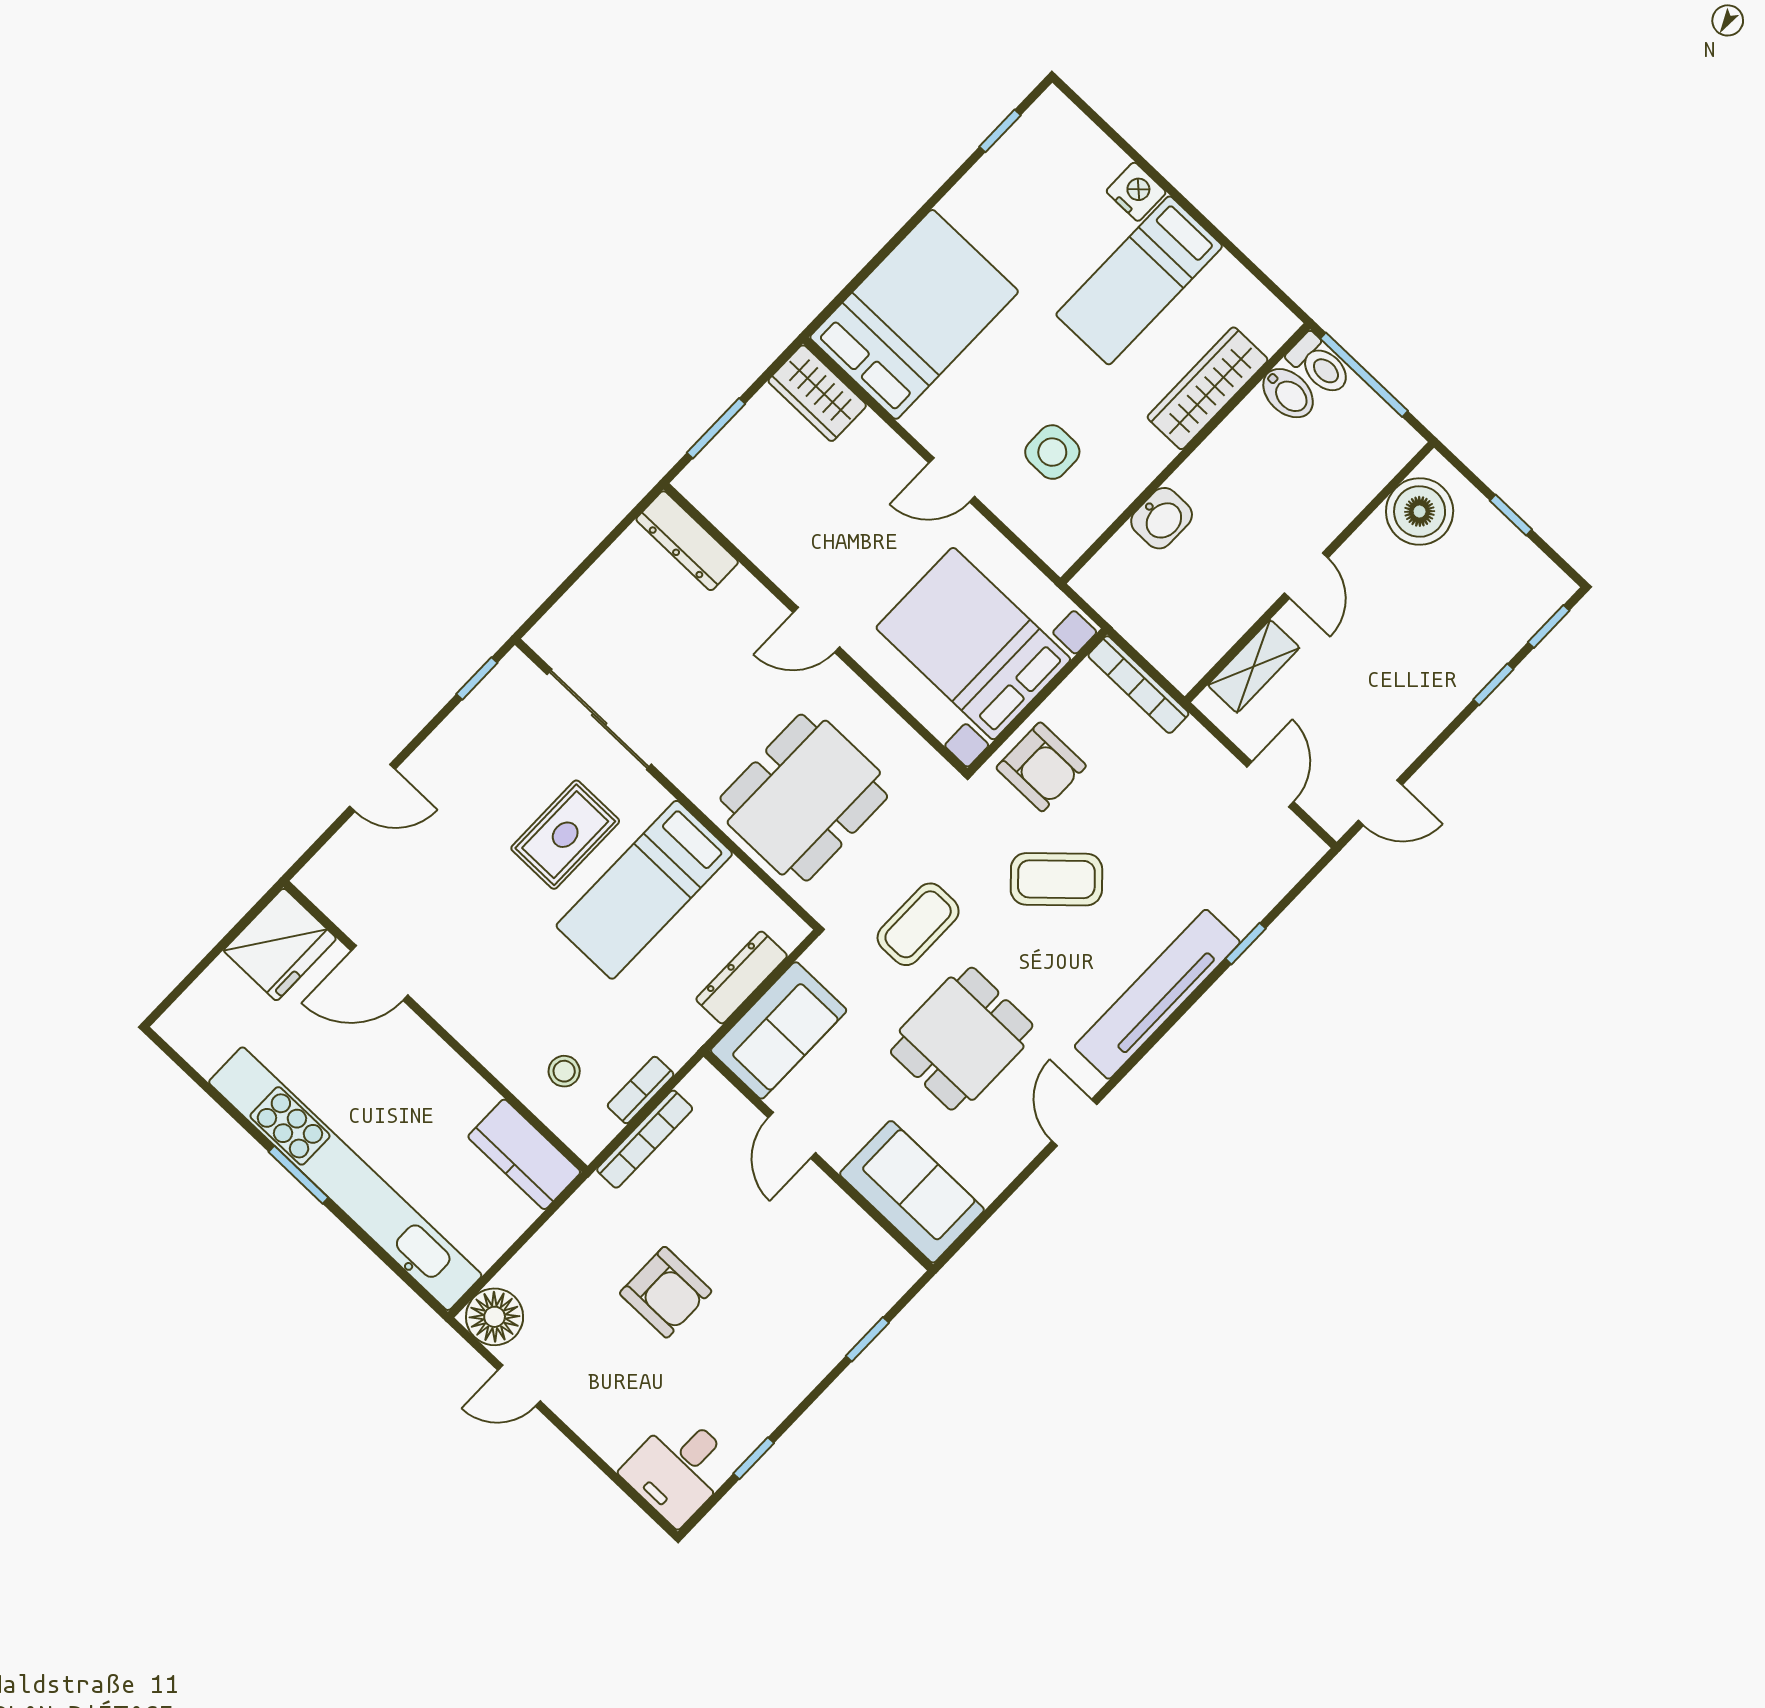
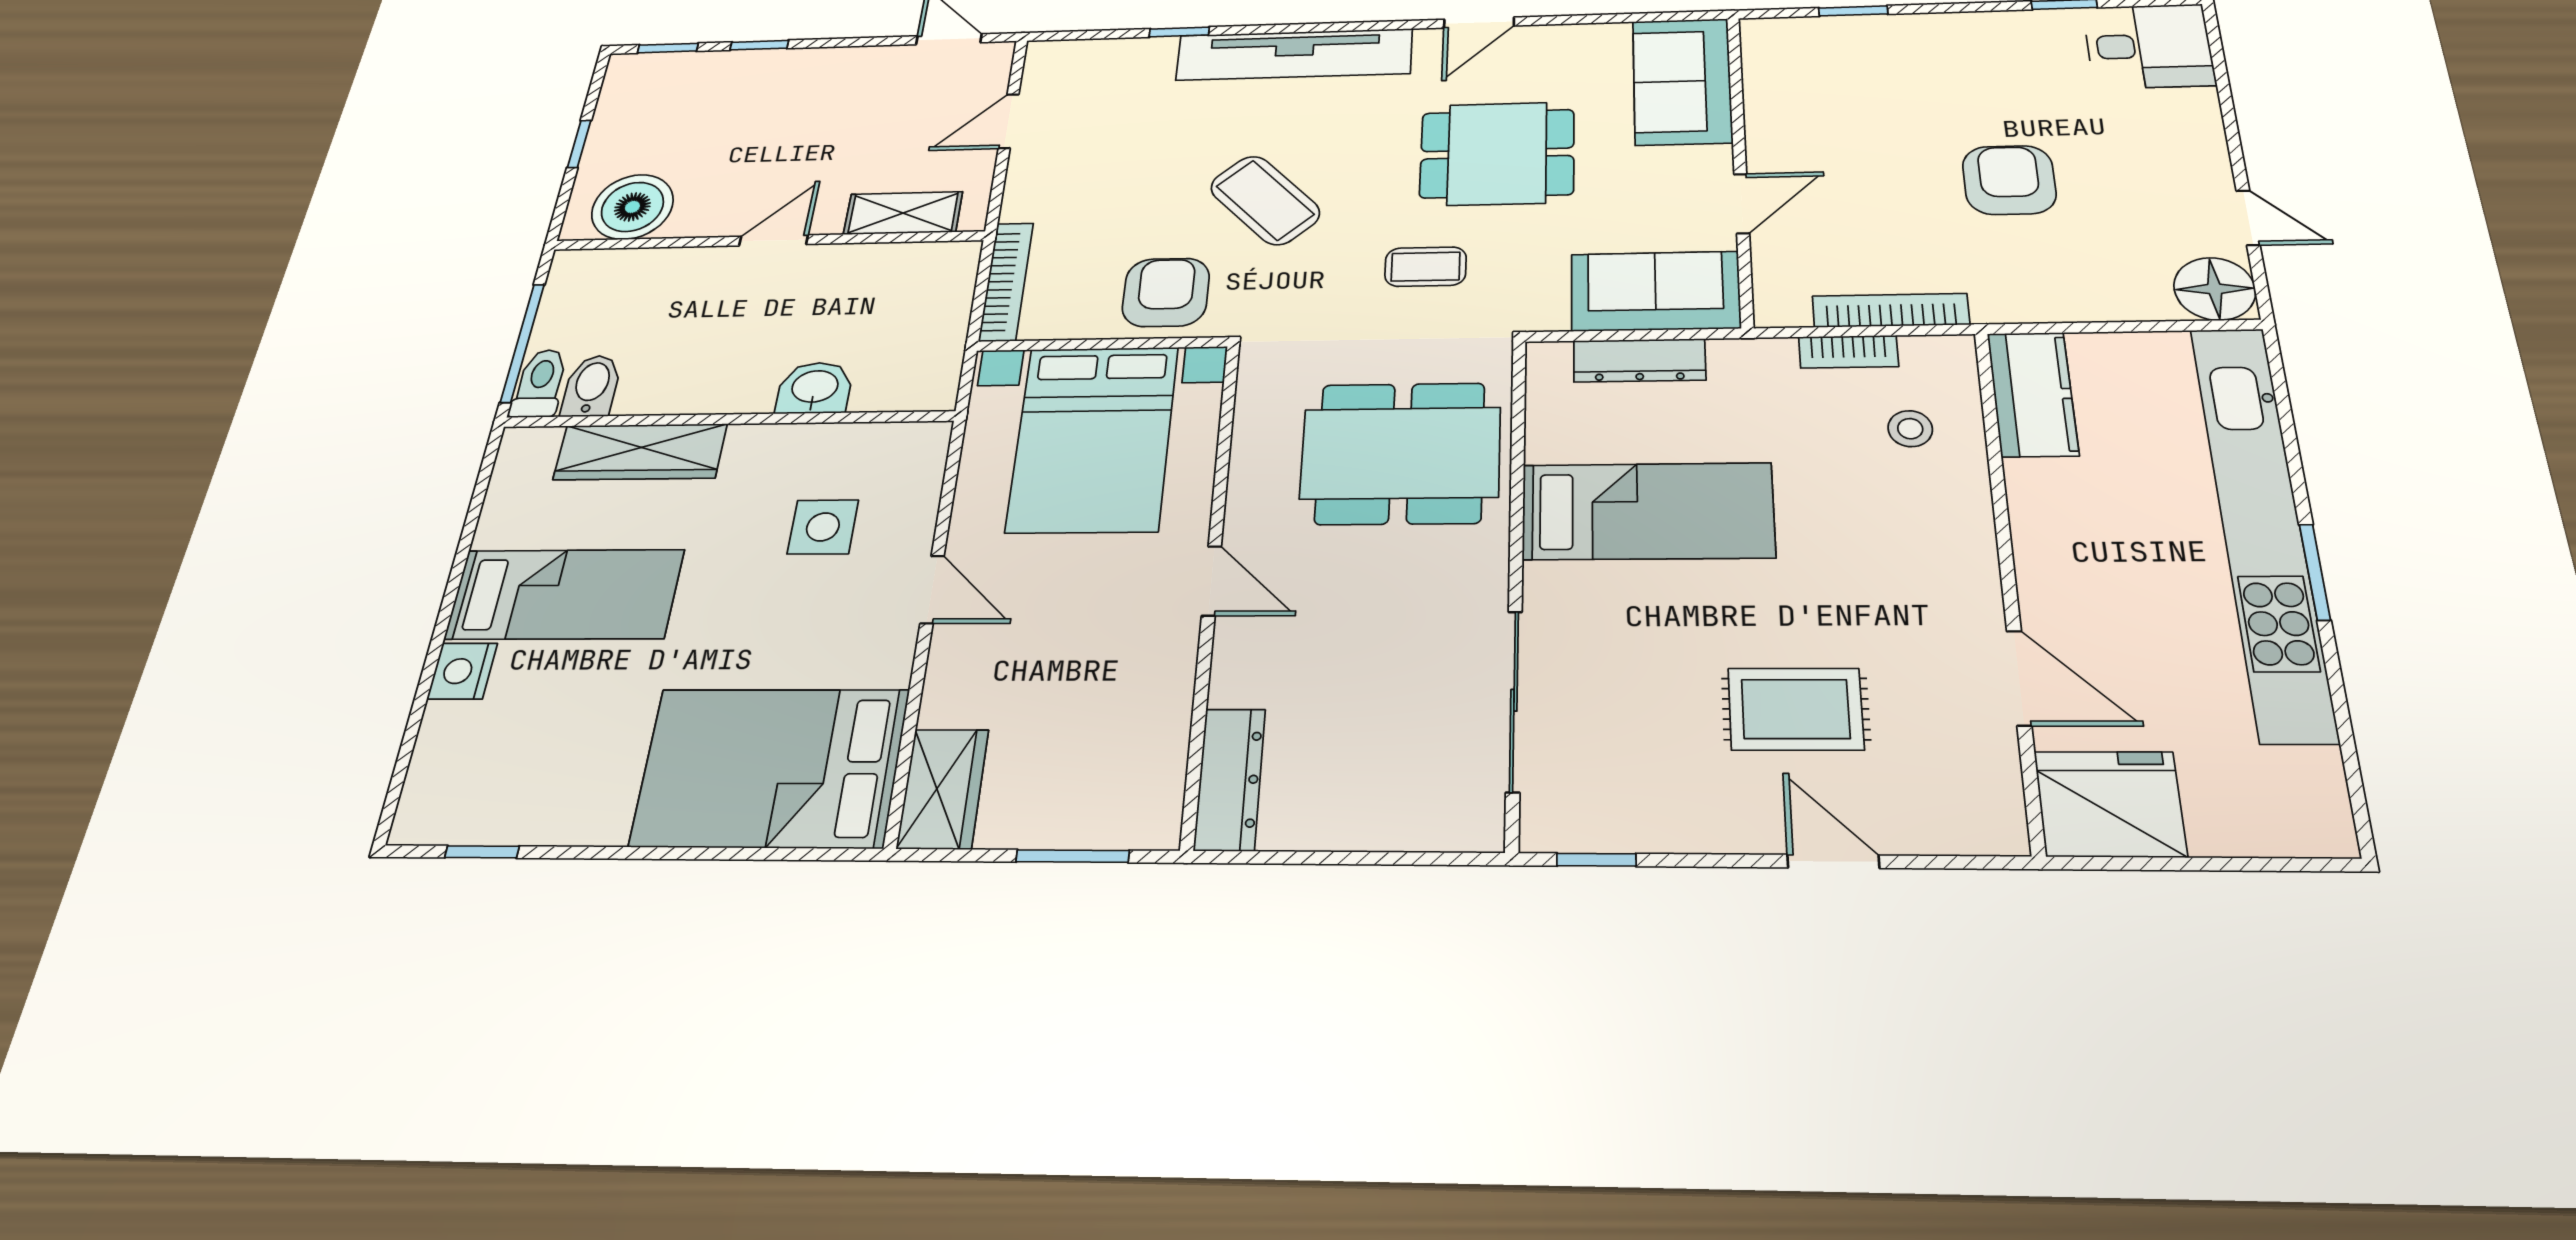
rug: (565, 835) -> (1796, 709), moved
coffee table: (918, 924) -> (1426, 267), width x0.73, depth x0.77

